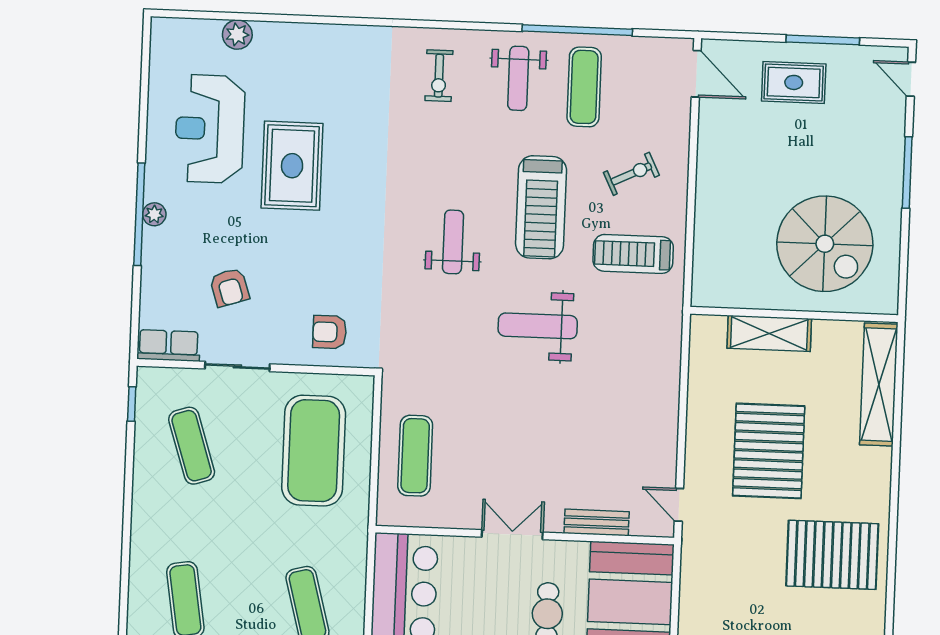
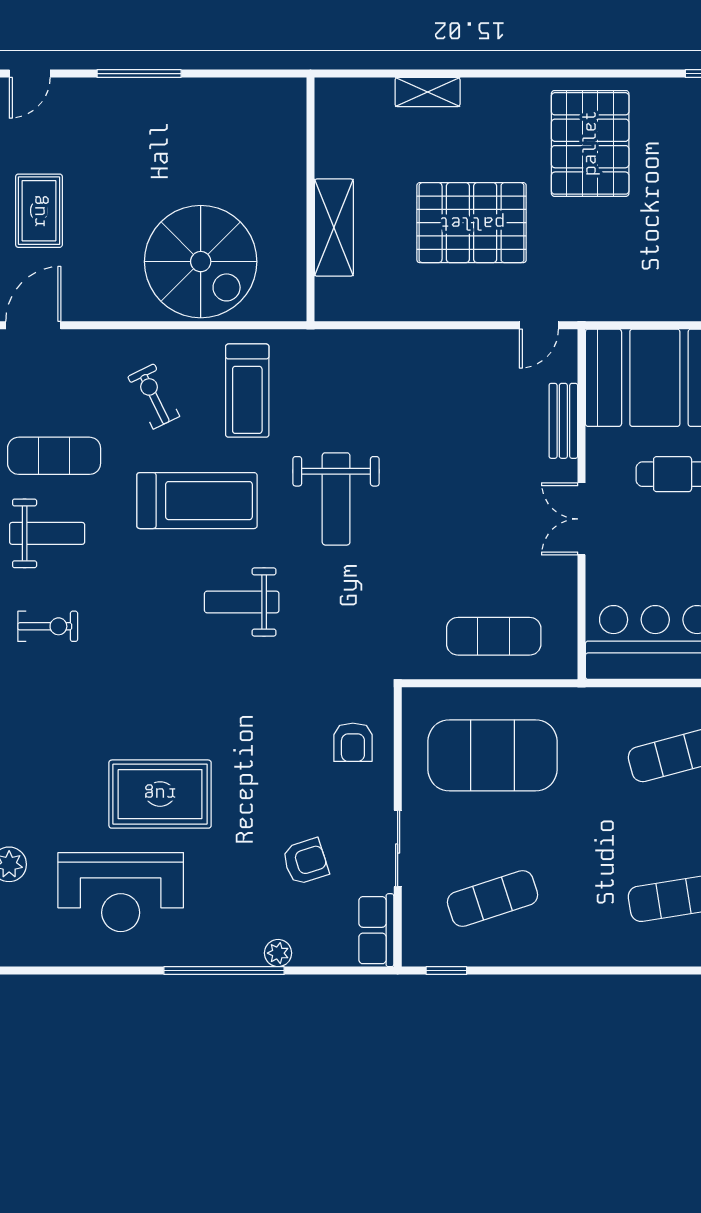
plant: (154, 214) -> (278, 953), moved
spiral stairs: (825, 244) -> (201, 262), moved, turned 90
shelving: (879, 385) -> (428, 92), width x0.45, depth x0.75

